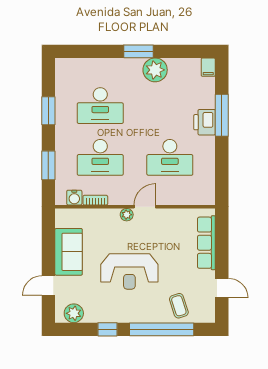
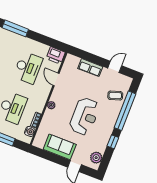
printer: (205, 122) -> (56, 55), moved
door: (145, 207) -> (56, 79), moved
row of seats: (206, 243) -> (90, 68), width x0.68

